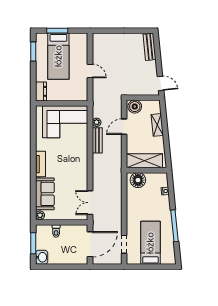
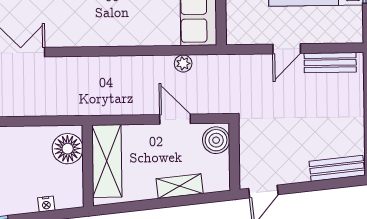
bench: (97, 140) -> (330, 63), moved

